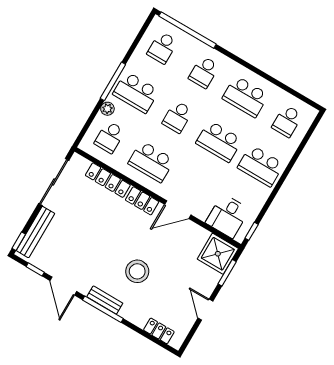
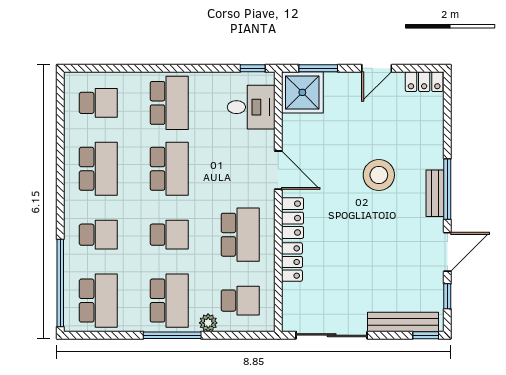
school desk: (162, 48) -> (98, 301), width x1.85
locker: (108, 180) -> (292, 262), width x0.66
locker: (159, 331) -> (424, 82), moved, turned -90

